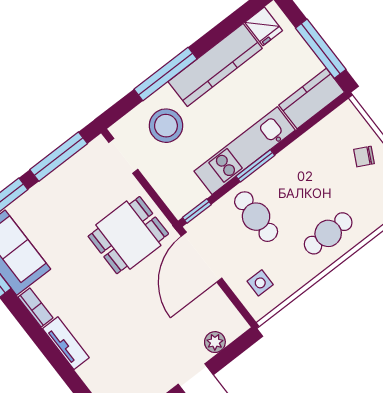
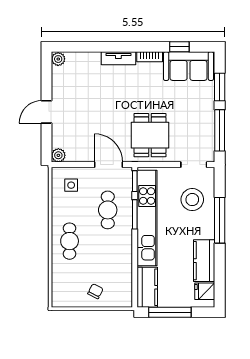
kitchen counter: (215, 65) -> (204, 261), width x0.67
kitchen unit: (245, 151) -> (147, 218), width x1.36
window: (255, 166) -> (135, 214), moved
cafe table: (256, 217) -> (108, 210), turned 90
door: (201, 257) -> (109, 165), width x0.73
plant: (215, 342) -> (58, 155), moved

